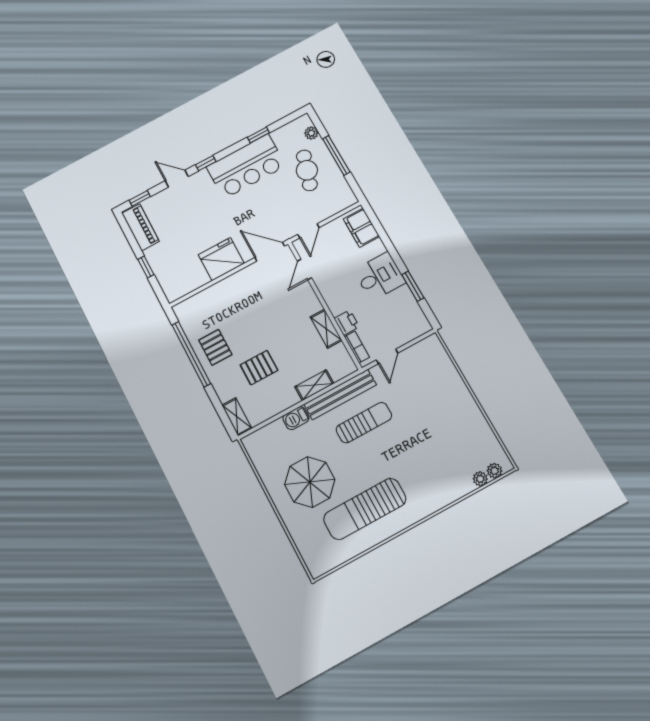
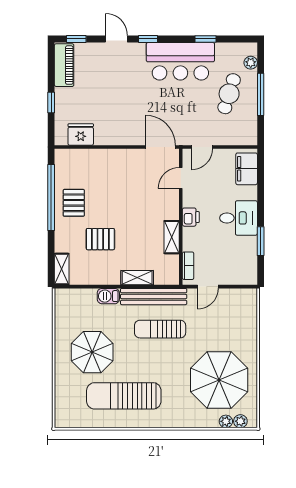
fridge: (221, 259) -> (81, 135), moved, width x0.73, depth x0.75
printer: (347, 323) -> (191, 217), moved
sun lounger: (364, 423) -> (160, 329), turned 180
parasol: (450, 441) -> (219, 380), added

